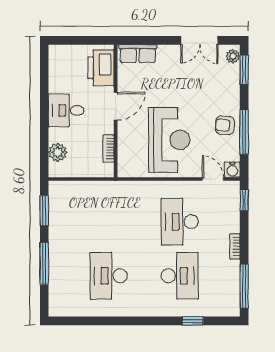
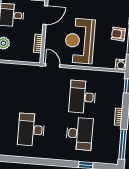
reception desk: (169, 140) -> (80, 41), turned 180
door: (213, 179) -> (53, 65), moved

